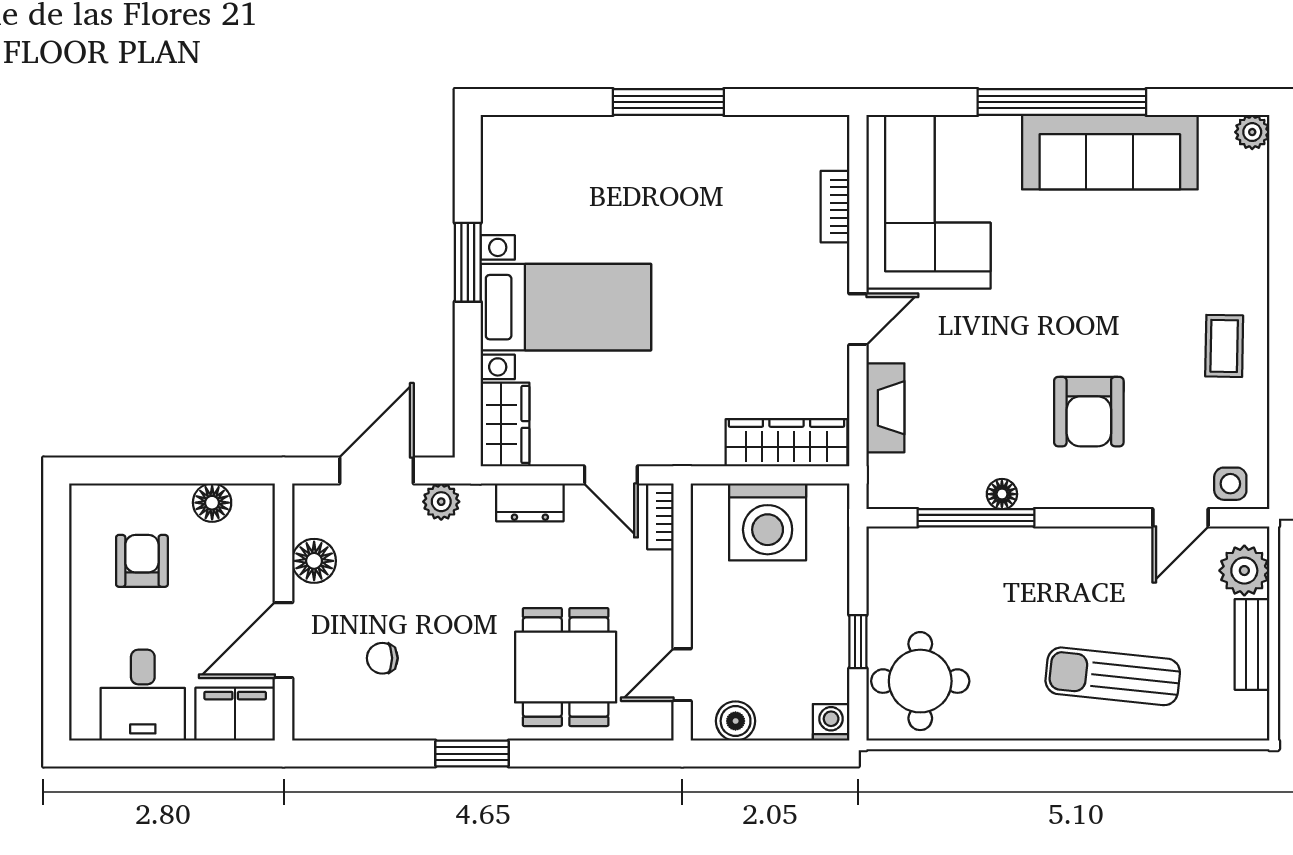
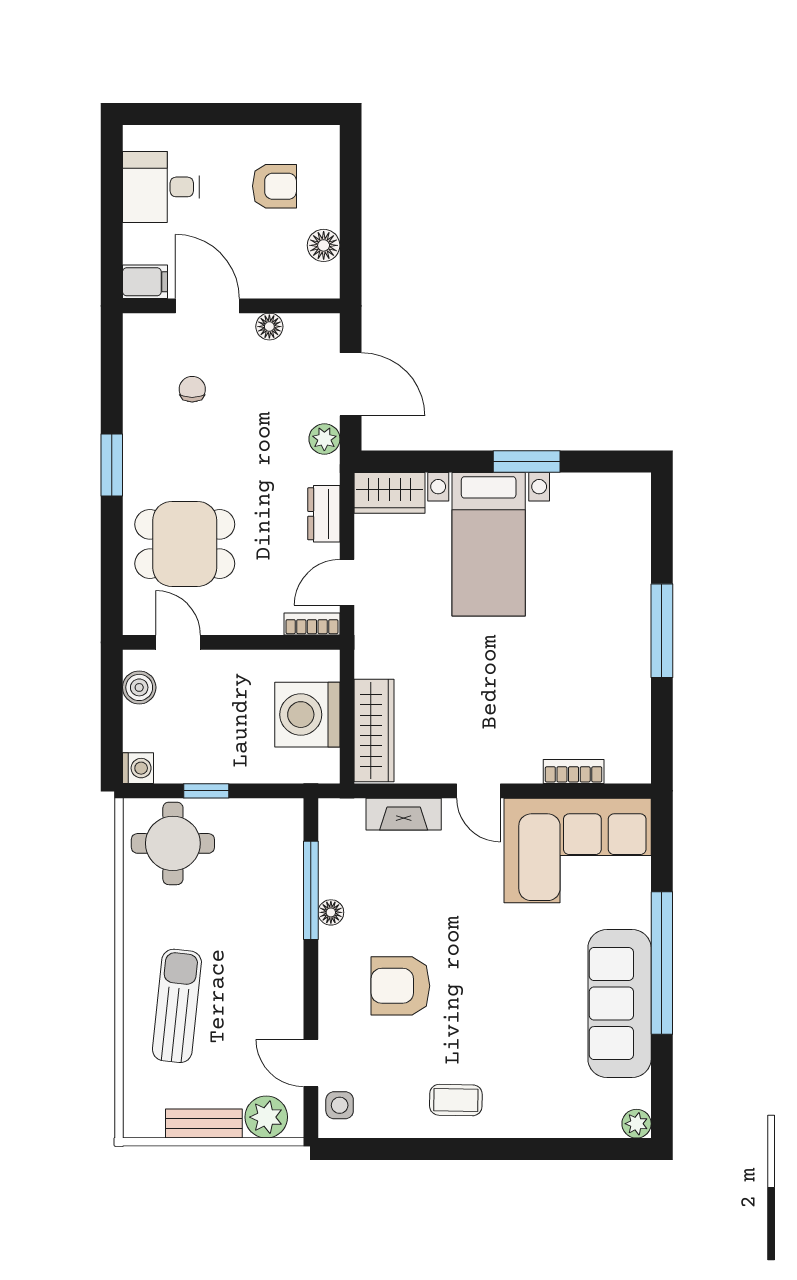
floor lamp: (314, 561) -> (269, 327), width x0.73, depth x0.73
filing cabinet: (235, 714) -> (145, 282), width x0.50

